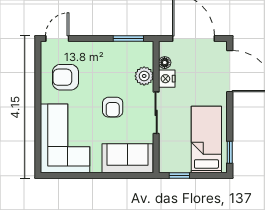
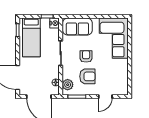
door: (57, 38) -> (105, 97), moved
plant: (144, 76) -> (68, 85), moved
armchair: (65, 77) -> (87, 76), moved
nightstand: (167, 79) -> (54, 23), moved

